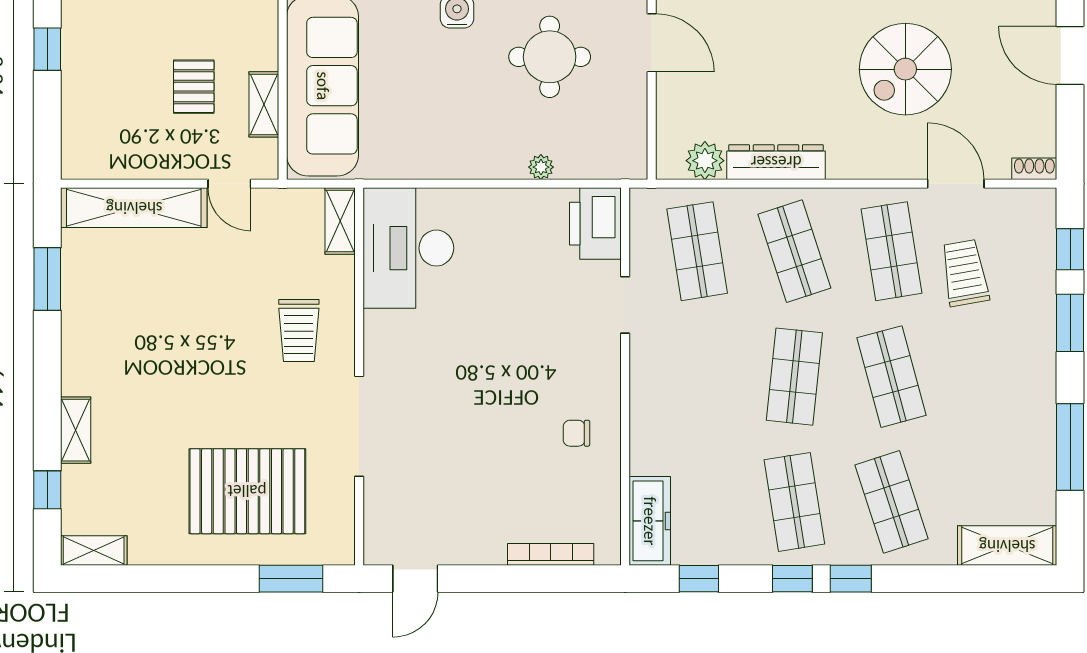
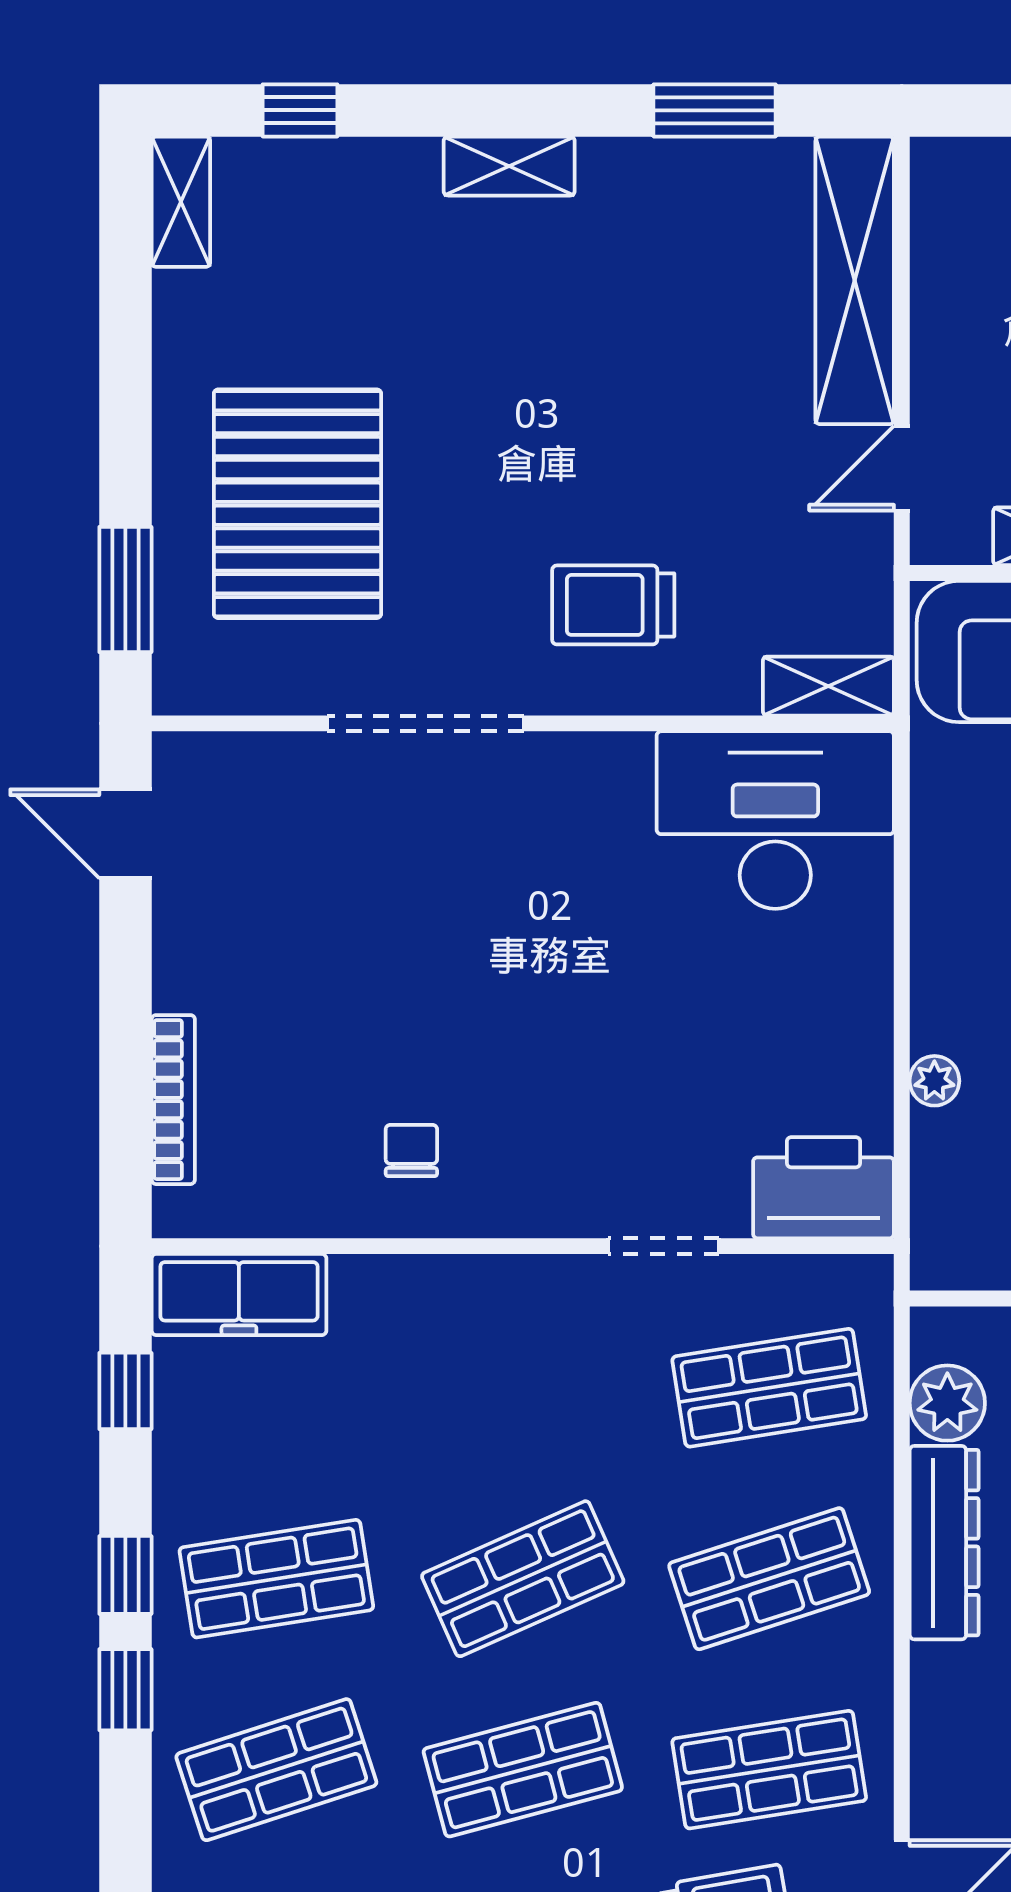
shop shelf: (794, 377) -> (523, 1579), turned -30
shelving: (76, 430) -> (509, 166), moved

